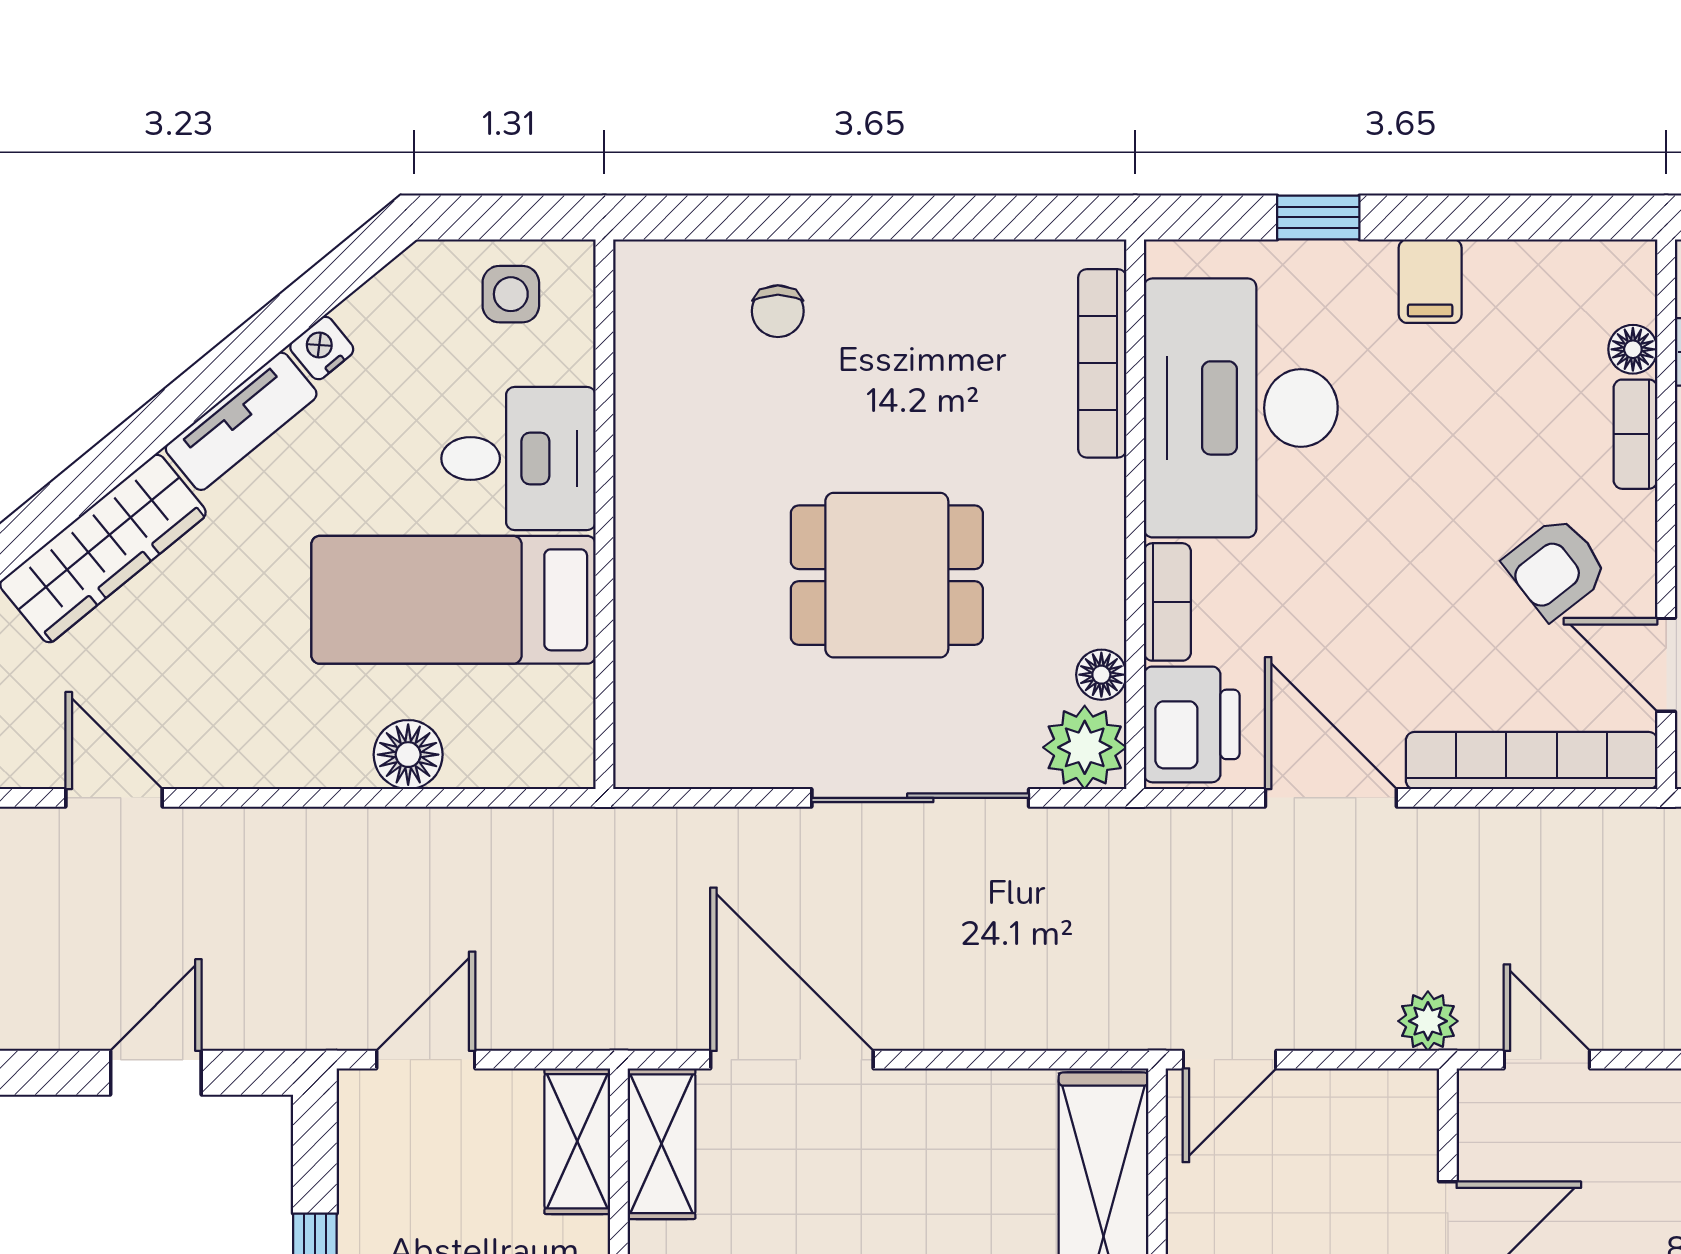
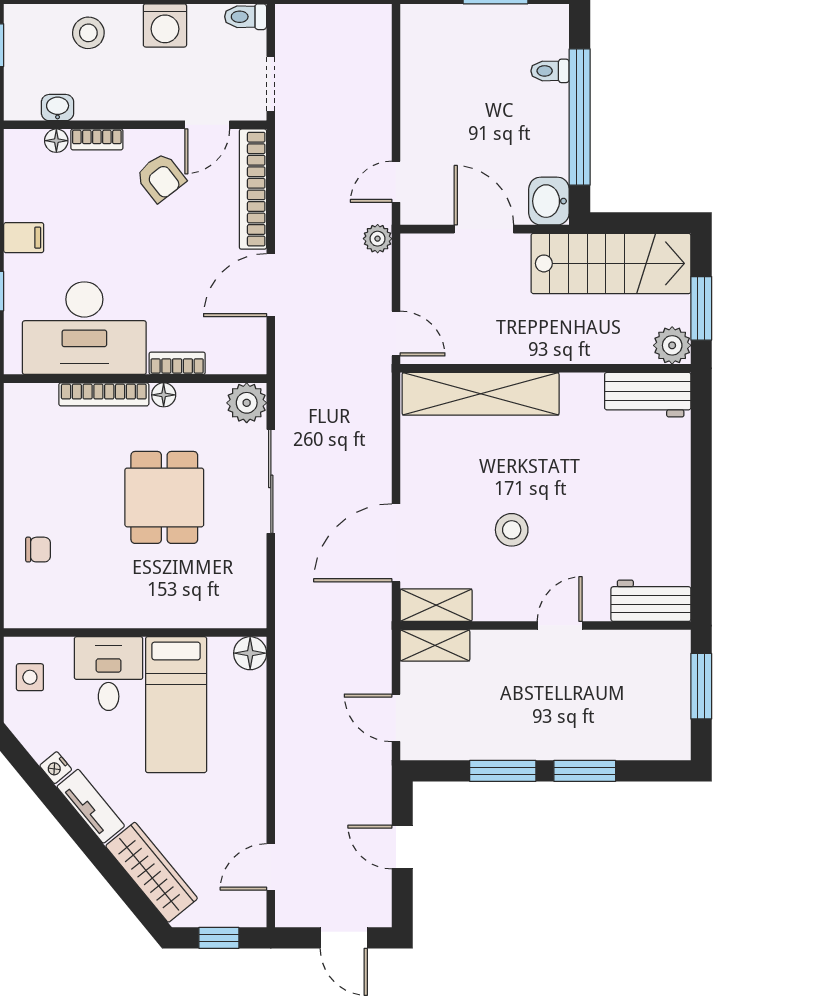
bookcase: (1102, 363) -> (104, 394), moved
floor lamp: (1101, 675) -> (164, 395), moved
printer: (1192, 724) -> (236, 352), removed
floor lamp: (408, 755) -> (250, 653), moved

